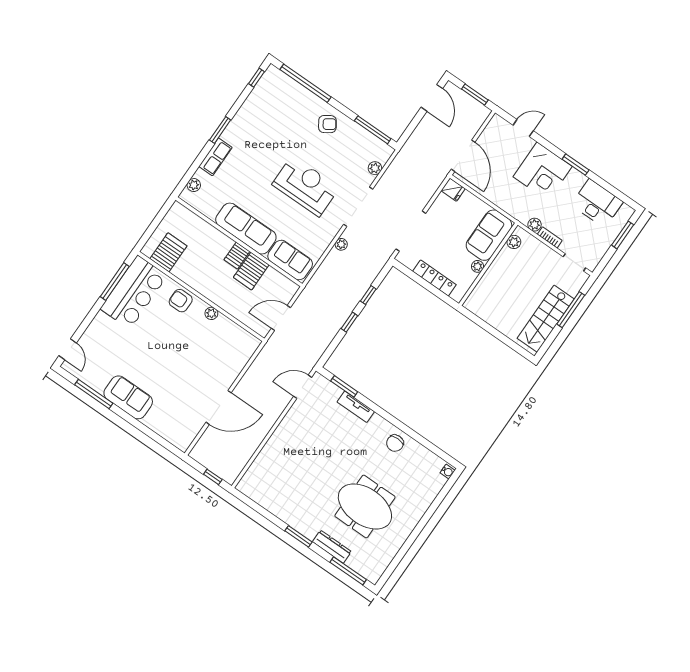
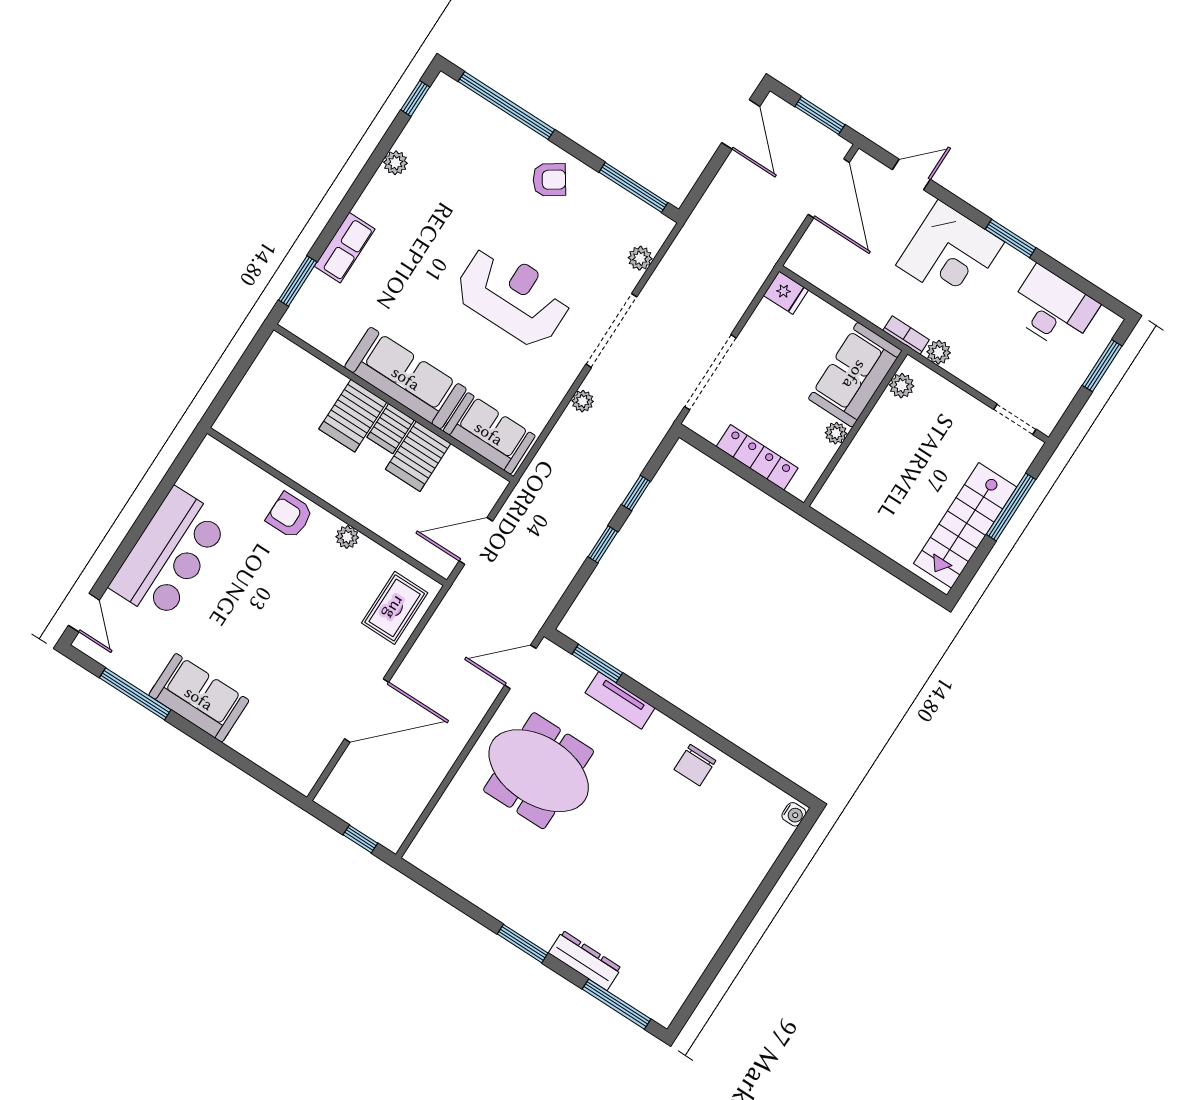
window: (220, 130) -> (298, 281), moved
door: (463, 156) -> (829, 188), moved
plant: (194, 185) -> (395, 163), moved
bookcase: (550, 237) -> (906, 335), moved
server rack: (168, 252) -> (353, 416), moved, turned 180
window: (115, 282) -> (167, 484), removed
bar counter: (134, 292) -> (169, 554), moved
rug: (236, 353) -> (395, 608), added
meeting table: (365, 506) -> (539, 771), moved

